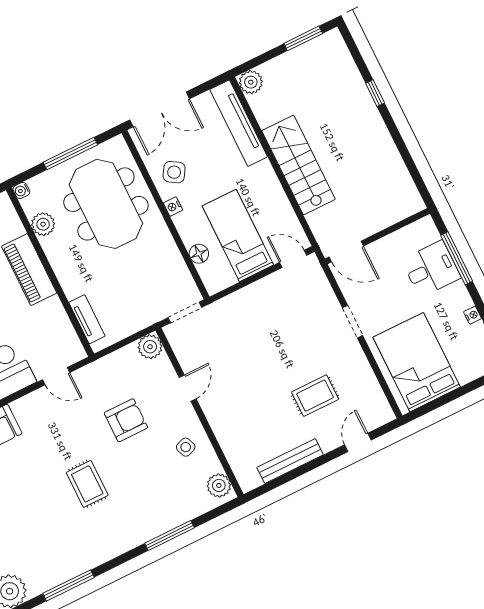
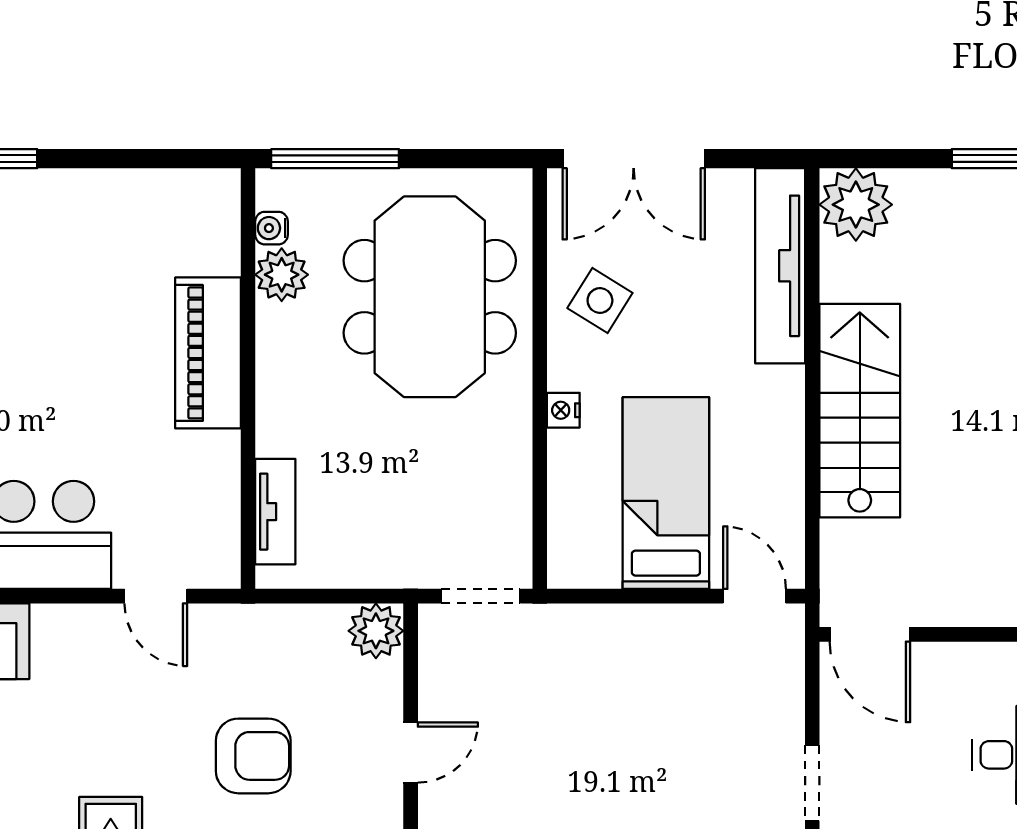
plant: (251, 82) -> (856, 205), width x1.36, depth x1.36
window: (70, 154) -> (335, 159), moved
water cooler: (21, 190) -> (272, 228), moved
nightstand: (173, 207) -> (563, 410), moved
floor lamp: (199, 254) -> (569, 491), removed

